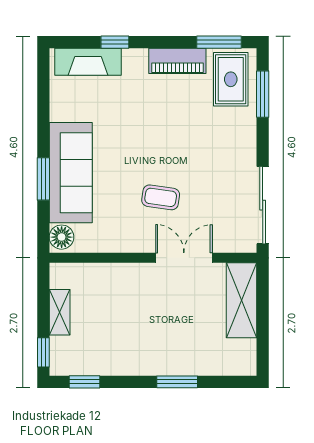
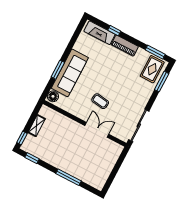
piano: (177, 61) -> (125, 46), moved
shelving: (242, 300) -> (111, 158), removed
window: (177, 382) -> (69, 177), width x1.44

